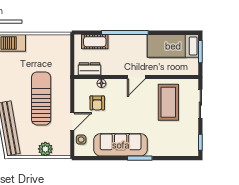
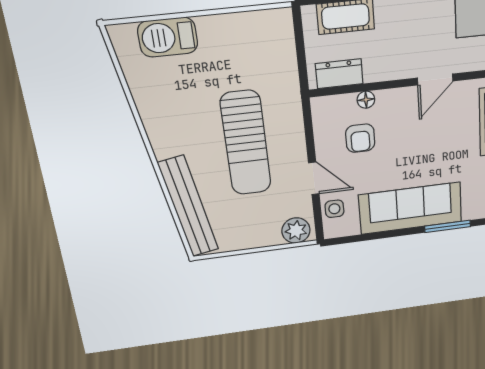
sun lounger: (41, 98) -> (246, 143), turned 180
door: (72, 121) -> (314, 178), hinge flipped
plant: (45, 149) -> (296, 230), moved

